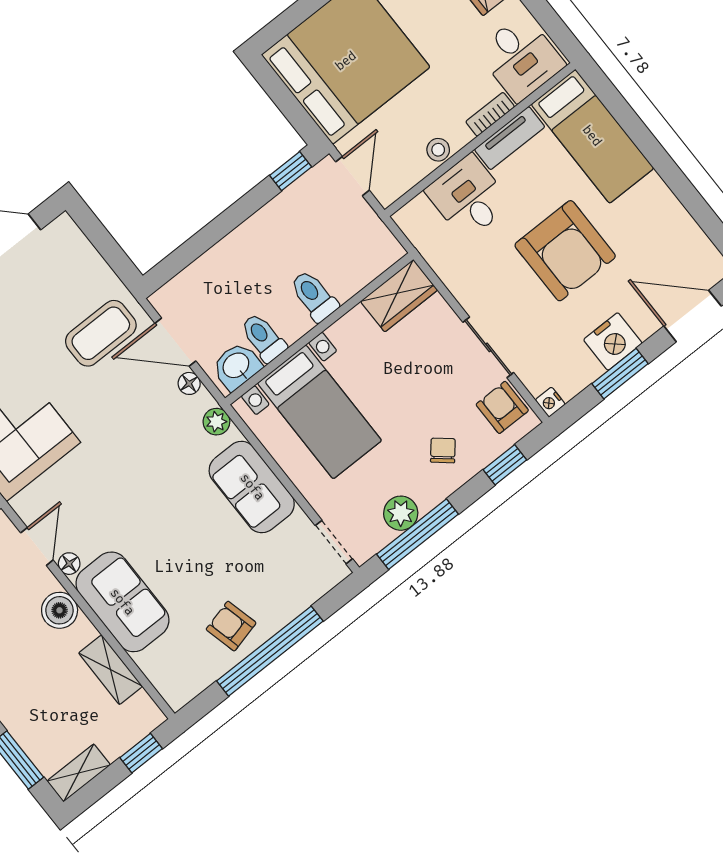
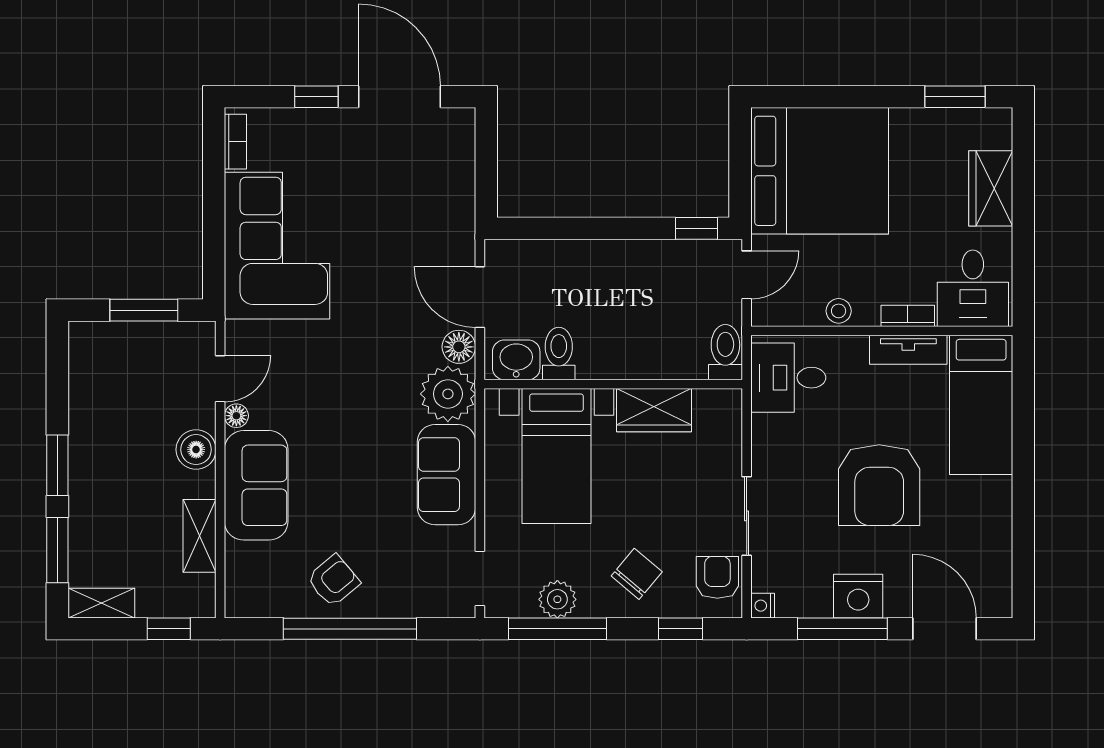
desk: (468, 197) -> (788, 378), moved, turned -90
toilet: (314, 296) -> (725, 352), moved
wardrobe: (399, 296) -> (654, 410), moved
coffee table: (101, 333) -> (421, 238), removed
window: (620, 374) -> (842, 629), width x1.44
floor lamp: (189, 383) -> (459, 347), width x1.37, depth x1.37
plant: (216, 422) -> (448, 394), width x1.88, depth x1.88
chair: (443, 450) -> (637, 574), width x1.37, depth x1.37
armchair: (231, 626) -> (333, 581), turned 64

